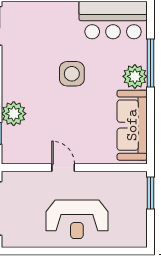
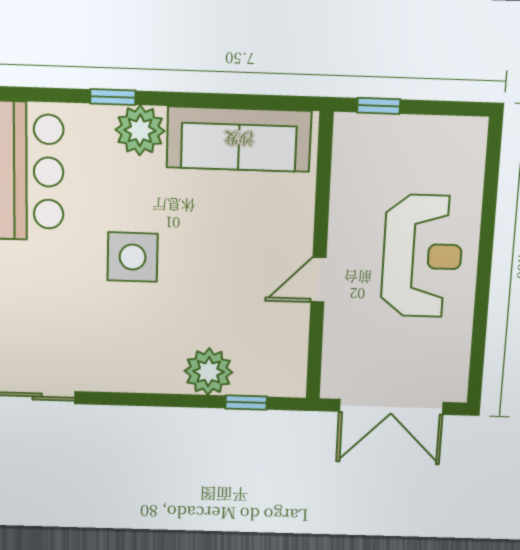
window: (150, 63) -> (113, 97), width x0.46
window: (150, 193) -> (379, 106), width x0.67

